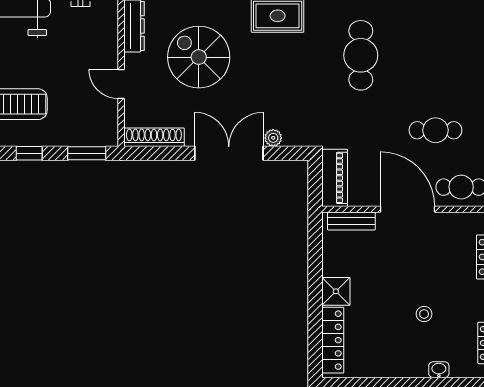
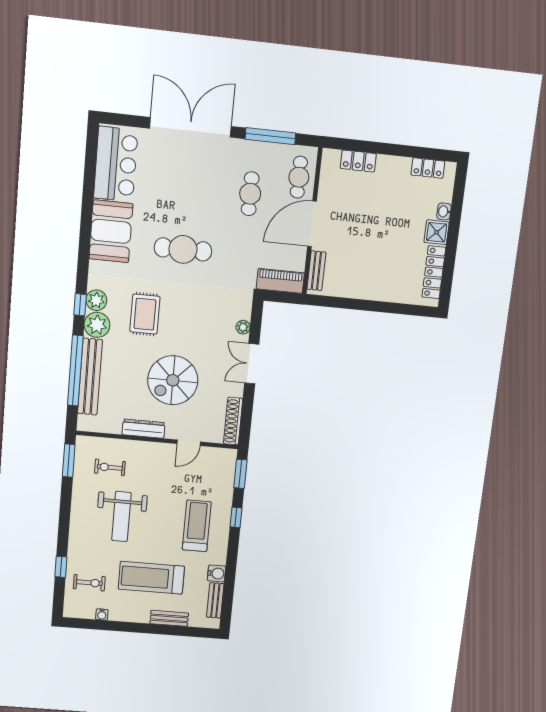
double door: (229, 153) -> (252, 364), width x0.73
shower: (336, 291) -> (437, 232), moved
stool: (424, 314) -> (398, 219), removed
locker: (333, 340) -> (434, 272), moved, turned -90

